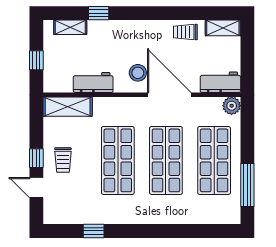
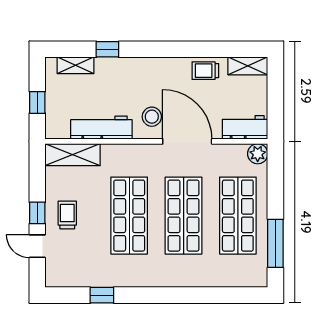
workbench: (93, 82) -> (101, 128), width x1.37
trolley: (63, 160) -> (67, 215), turned 180

